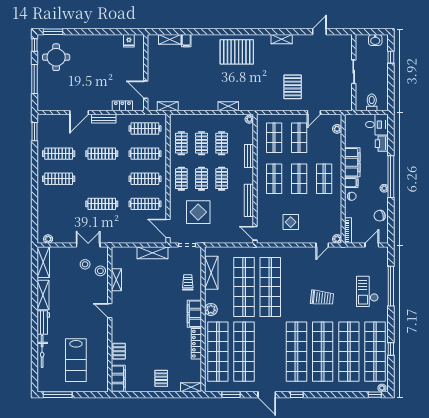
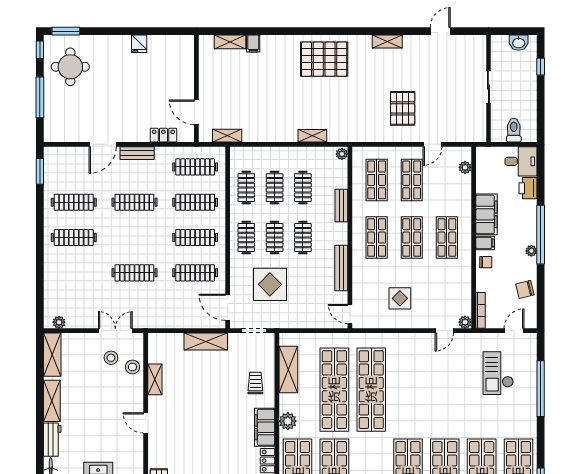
fridge: (129, 41) -> (139, 44), moved
checkout: (367, 291) -> (498, 373), moved
trolley: (322, 298) -> (444, 405), removed

